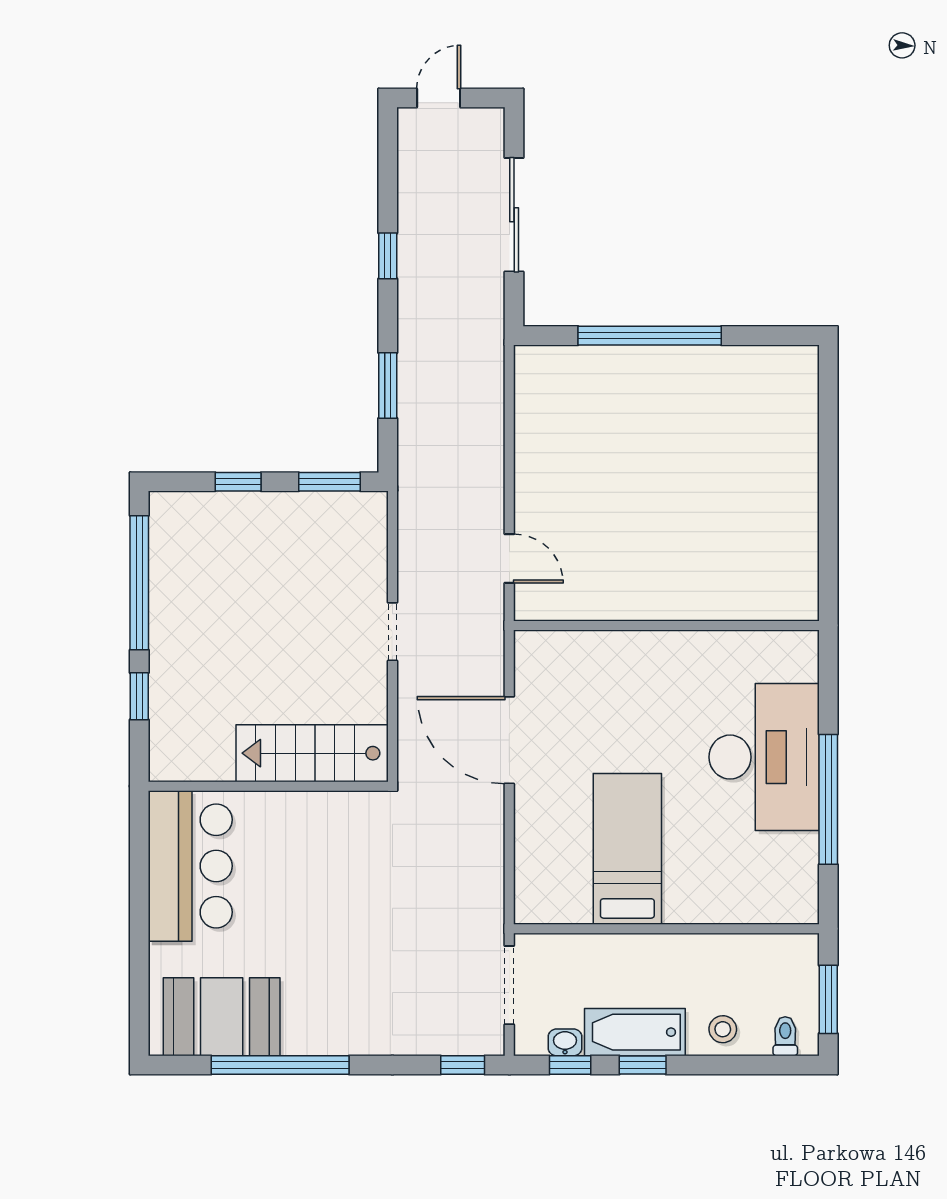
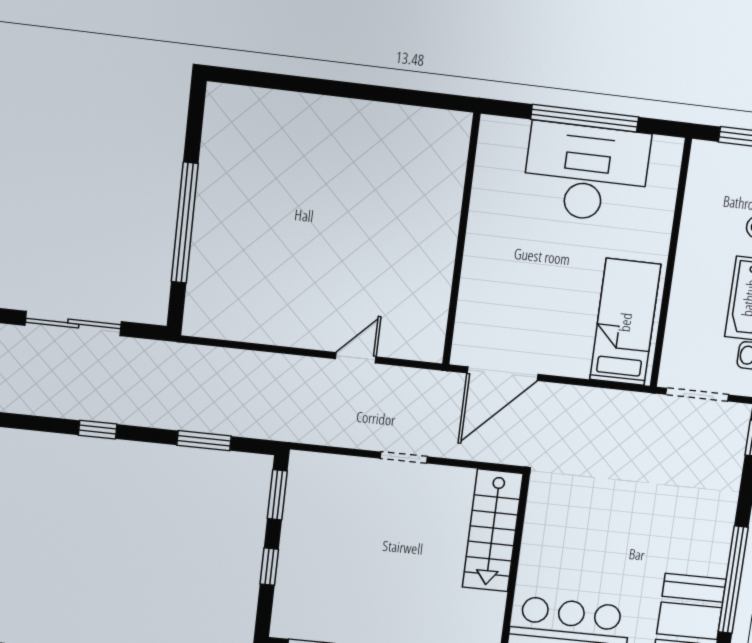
wall: (666, 625) -> (461, 240), moved
desk: (764, 757) -> (586, 173), moved
bed: (627, 849) -> (625, 322), moved, turned 90

